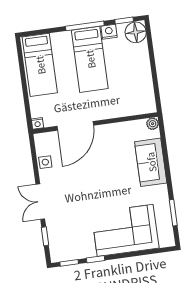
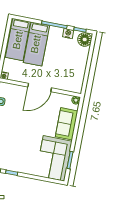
bed: (90, 59) -> (36, 44), moved
door: (75, 126) -> (40, 87), moved
corner sofa: (125, 230) -> (54, 158), moved, turned -90

